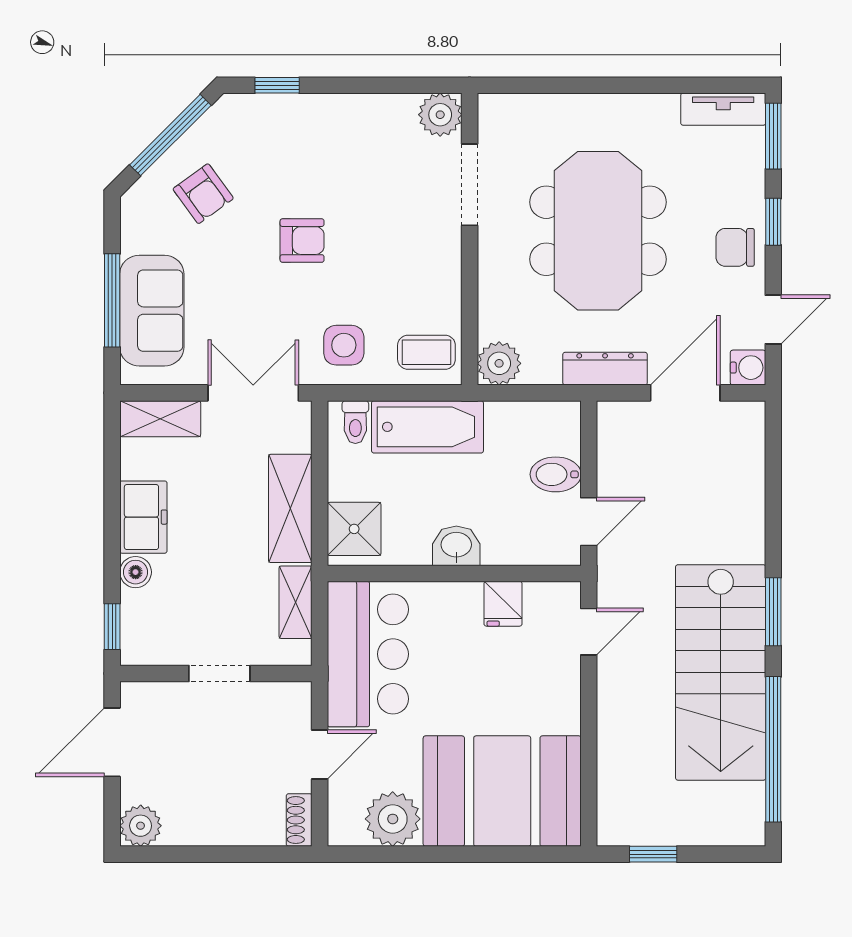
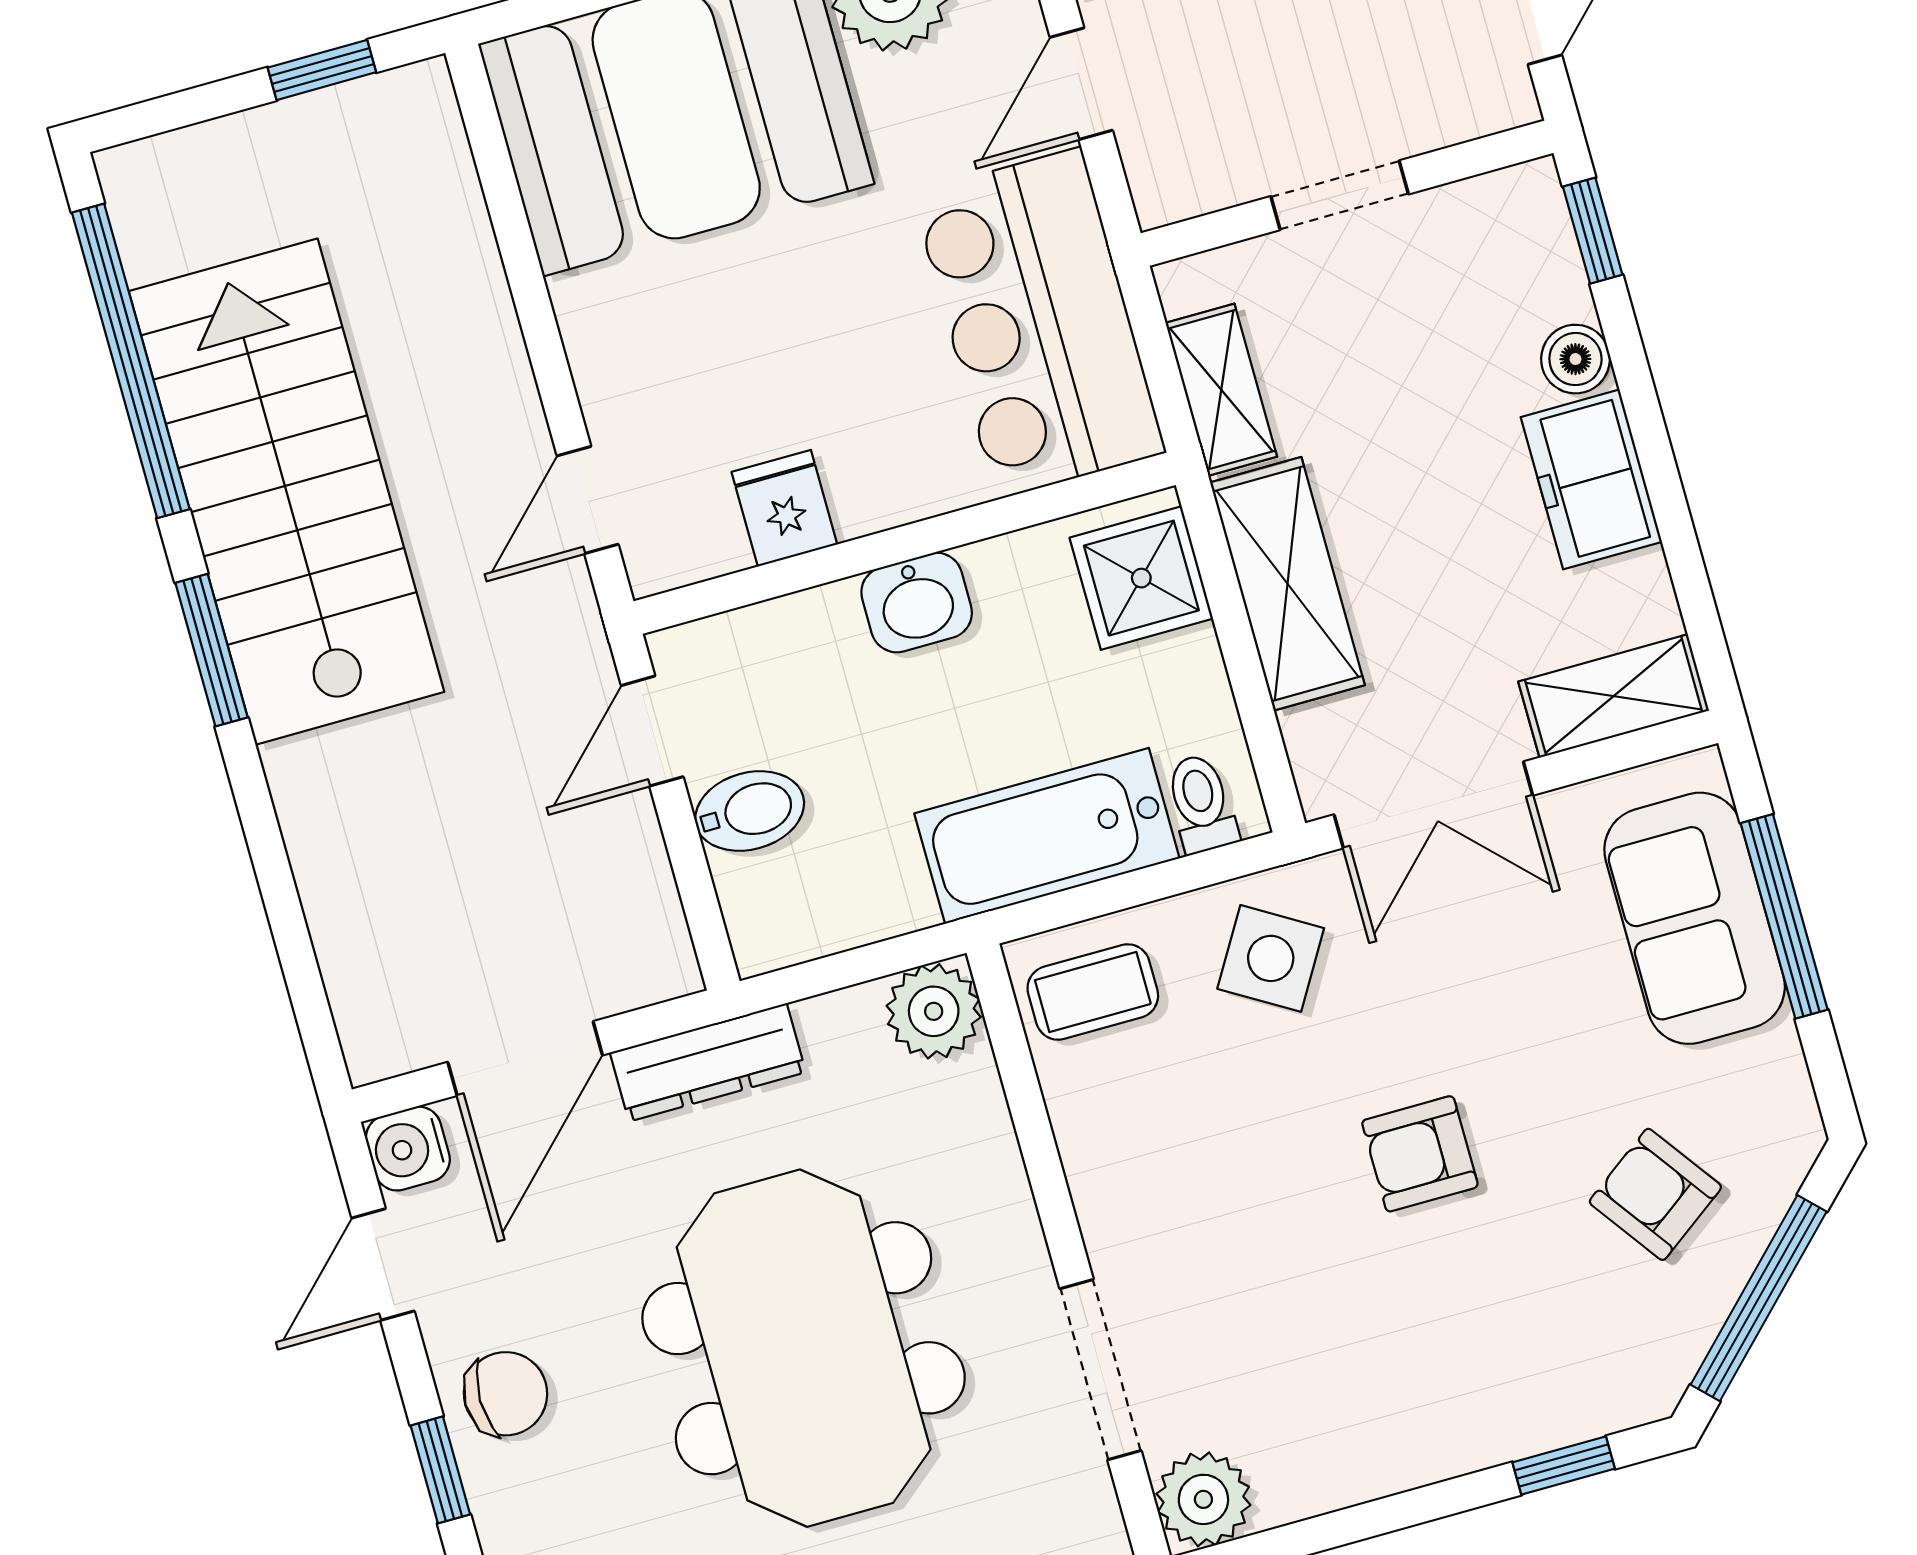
side table: (344, 345) -> (1271, 958), turned 31

